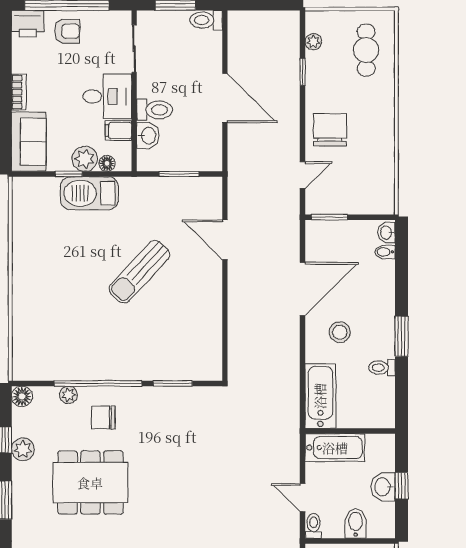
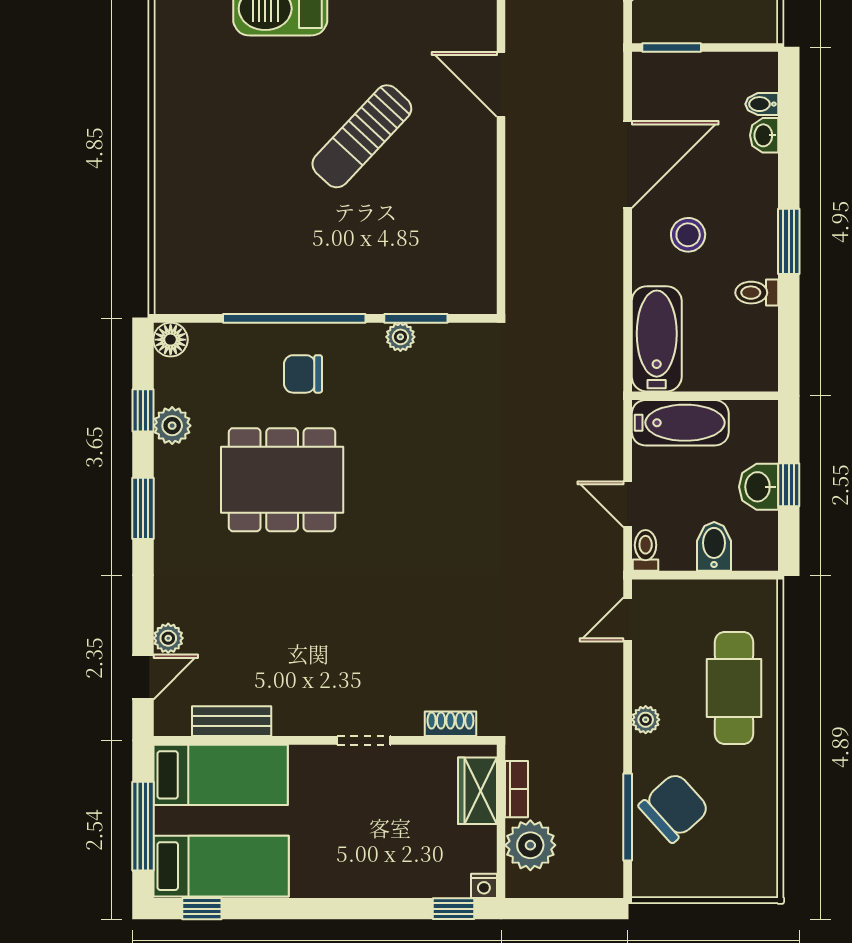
washbasin: (386, 233) -> (764, 135), moved
plant: (69, 395) -> (400, 337), moved

